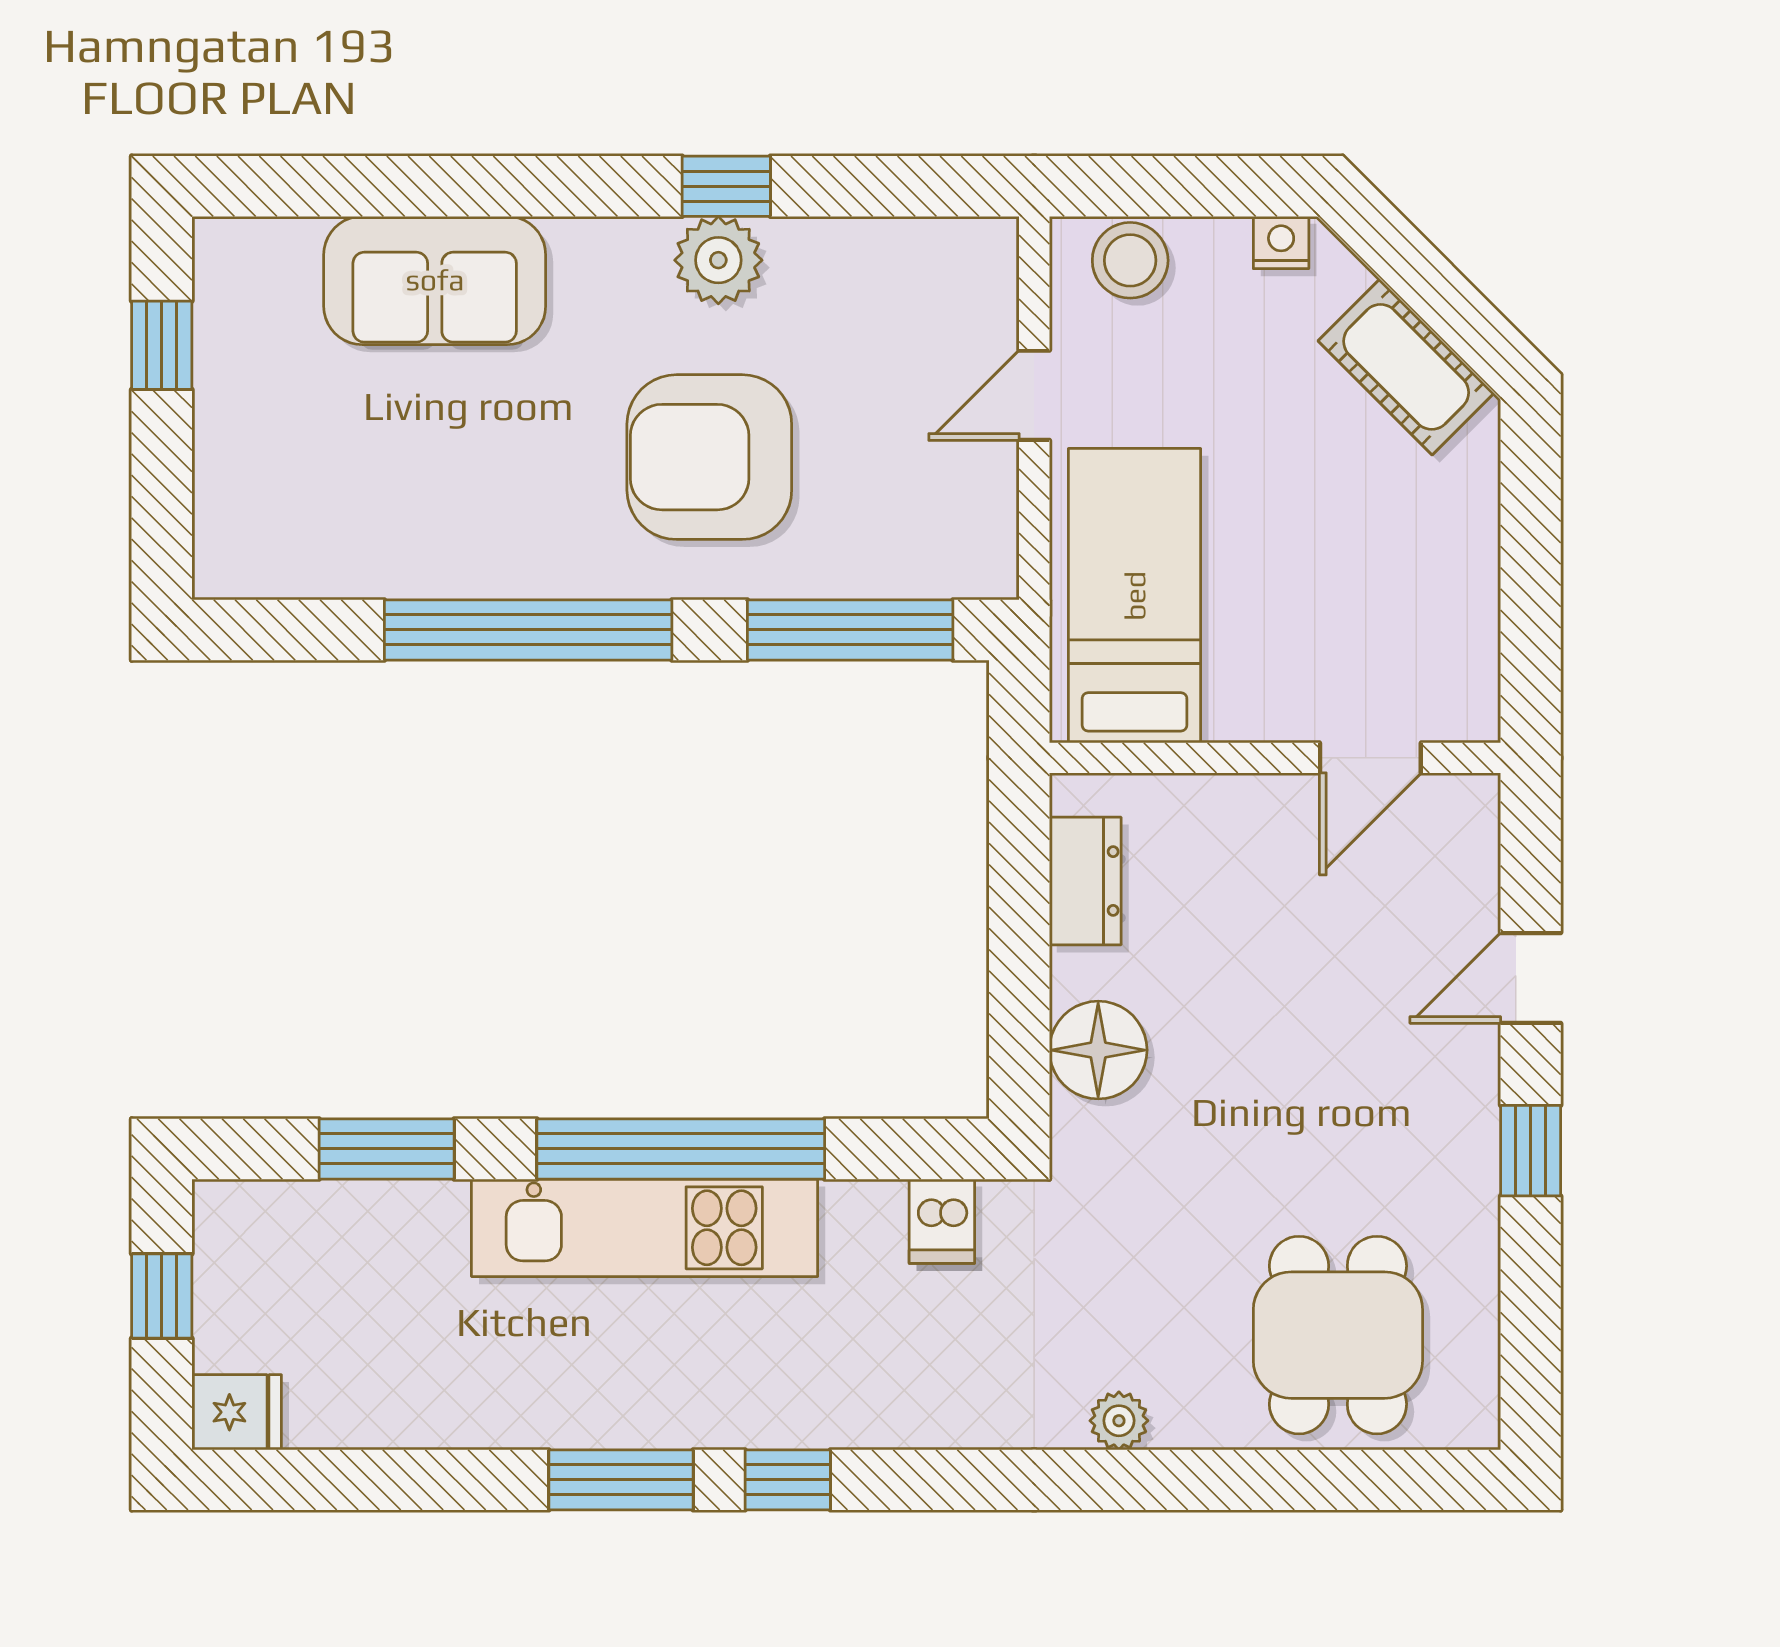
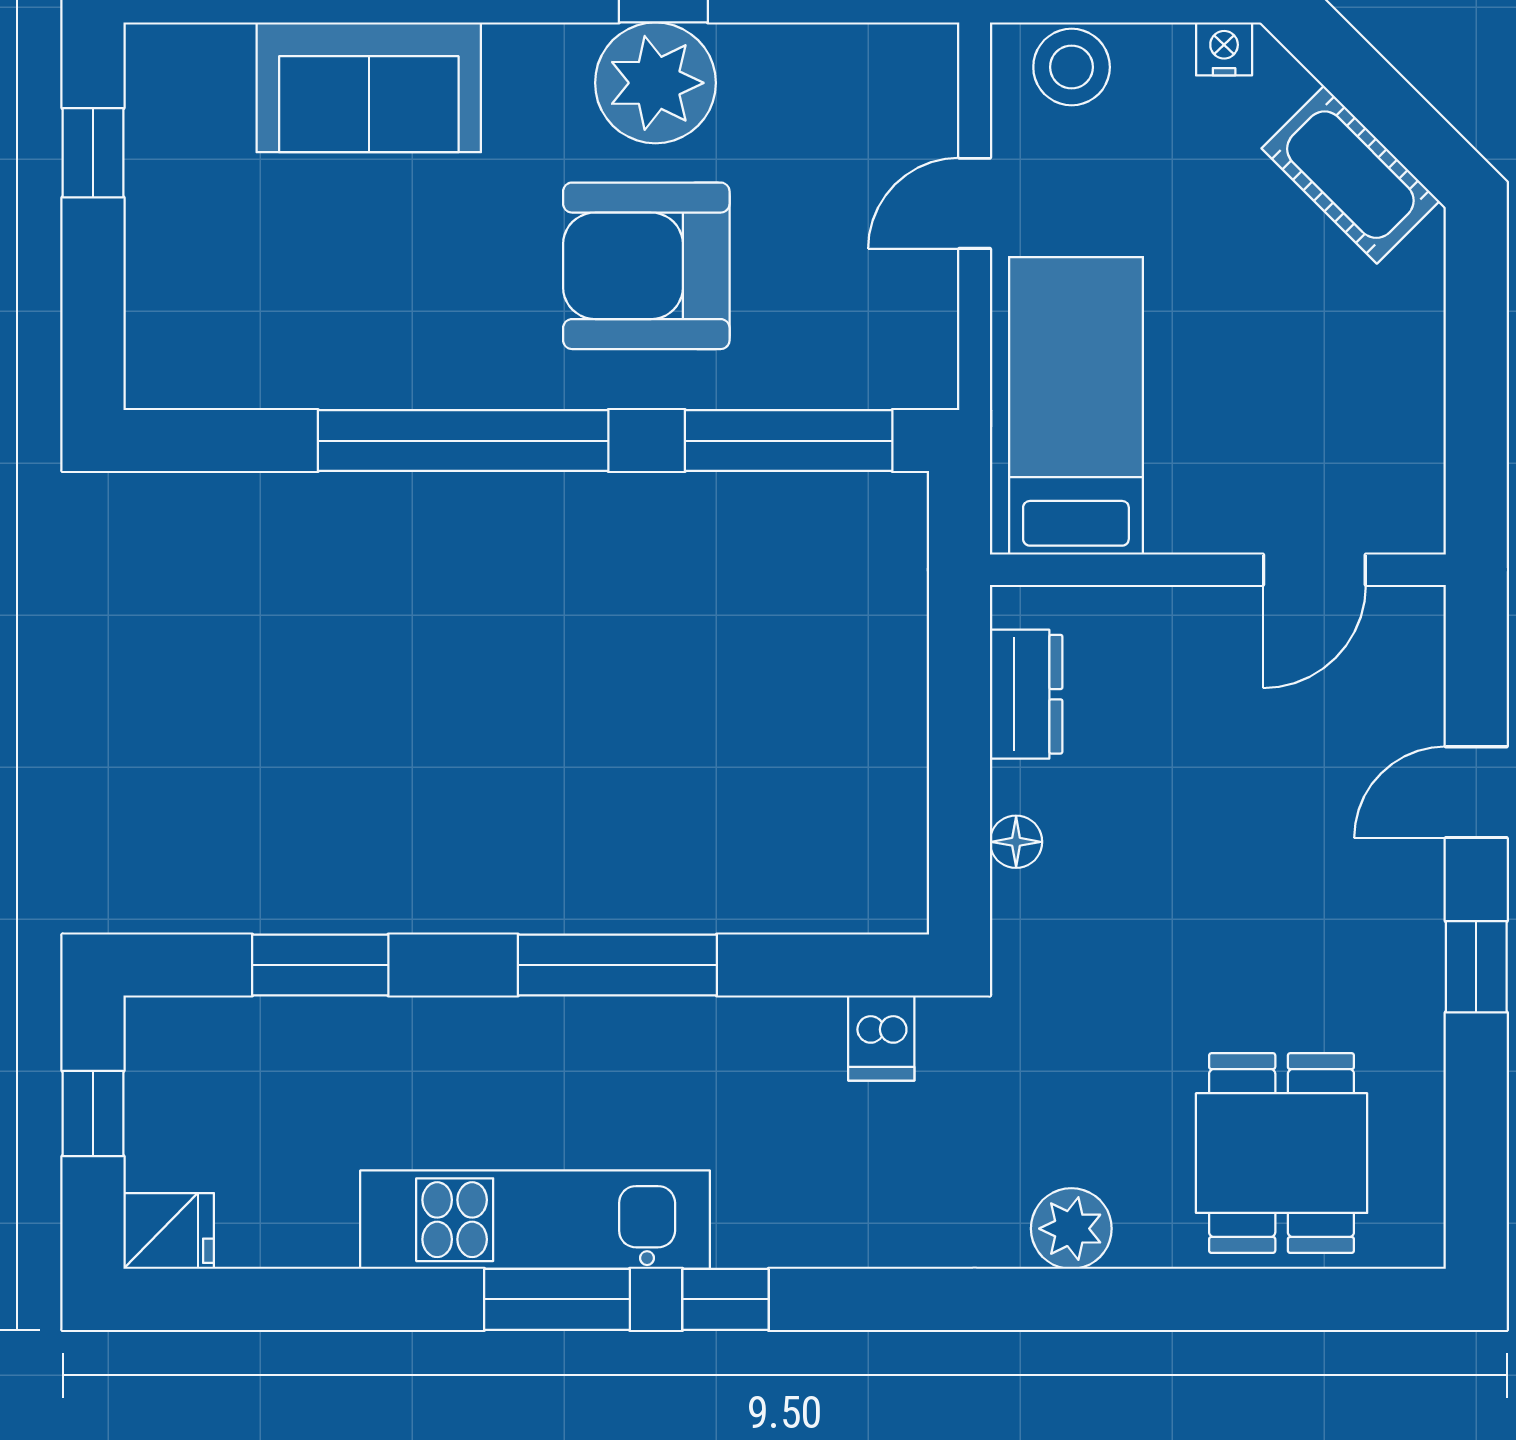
plant: (718, 260) -> (655, 83), width x1.36, depth x1.36
floor lamp: (1098, 1050) -> (1016, 842), width x0.53, depth x0.53
window: (681, 1149) -> (617, 965), width x0.68
kitchen unit: (645, 1228) -> (535, 1220), moved, turned 180
plant: (1119, 1421) -> (1071, 1229), width x1.38, depth x1.38

